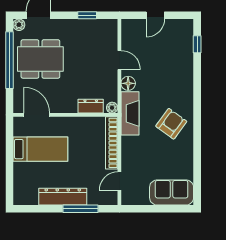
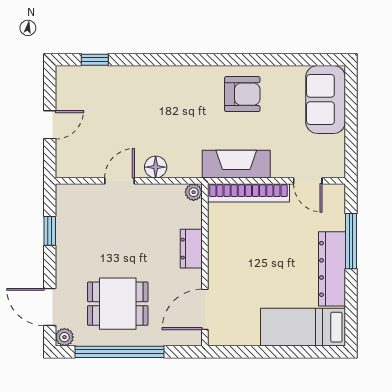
door: (155, 15) -> (50, 125), hinge flipped
dining table: (40, 59) -> (118, 304), width x0.73
dresser: (91, 106) -> (191, 249), moved
fireplace: (130, 113) -> (236, 164), moved
armchair: (171, 124) -> (242, 94), moved, turned 144
bed: (40, 149) -> (303, 327), moved, turned -90

